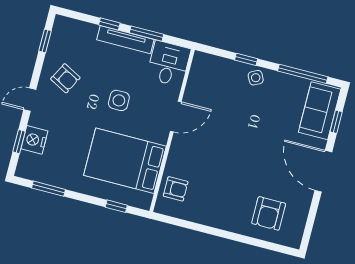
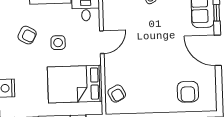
armchair: (65, 78) -> (27, 35), moved
armchair: (176, 189) -> (117, 94), turned 62

